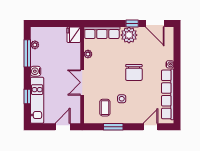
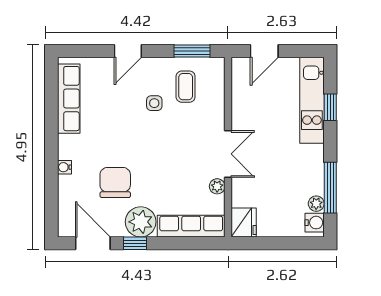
water cooler: (36, 71) -> (315, 223), moved
chair: (134, 72) -> (115, 183), moved
double door: (82, 82) -> (228, 154), moved
row of seats: (168, 94) -> (69, 99), width x0.73
window: (113, 127) -> (192, 51), moved
door: (150, 127) -> (128, 51), moved

